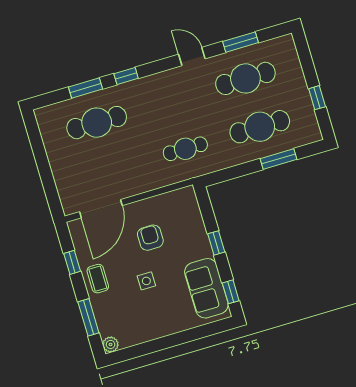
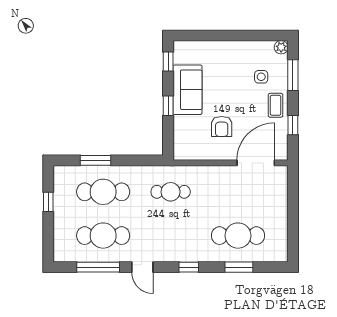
window: (241, 42) -> (98, 267), width x1.44
window: (126, 76) -> (189, 267), moved
side table: (146, 281) -> (261, 77), moved
sofa: (206, 288) -> (187, 90), moved

